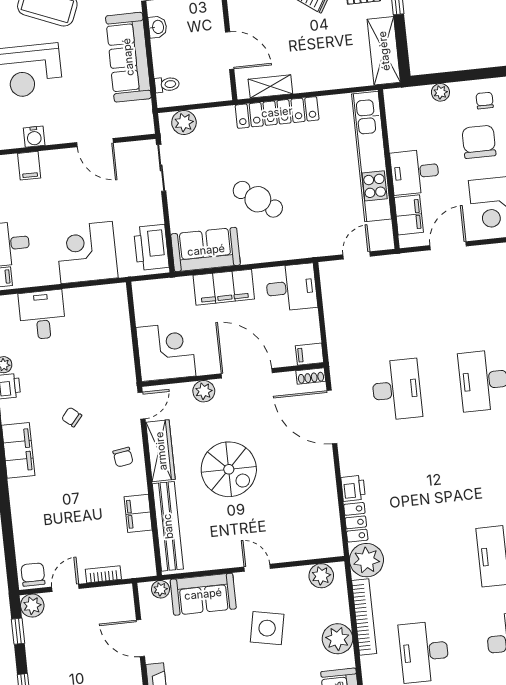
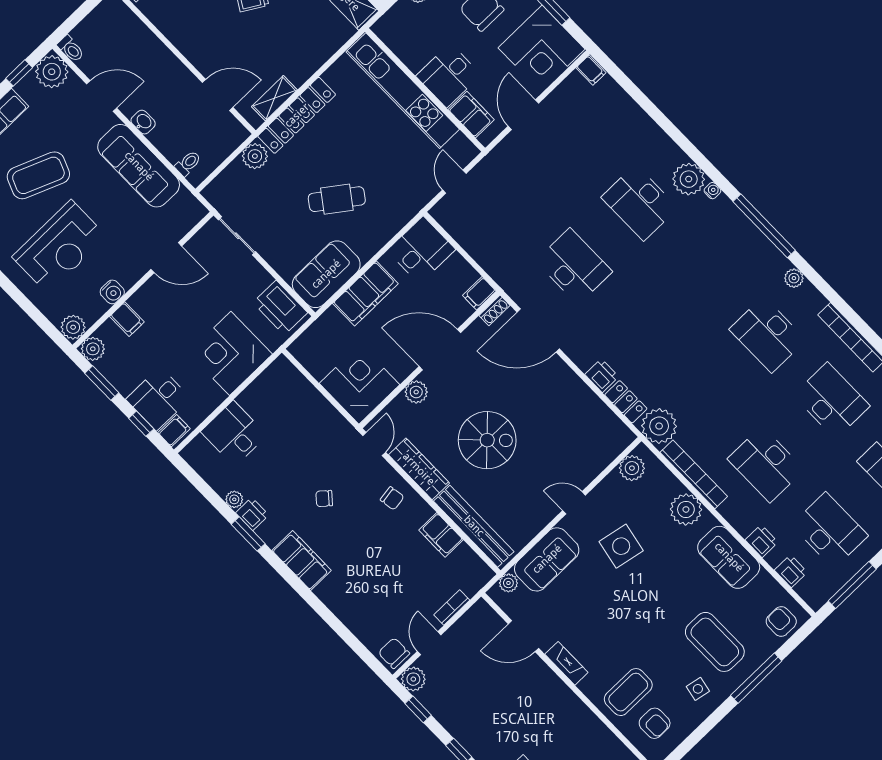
plant: (184, 123) -> (255, 156), moved

